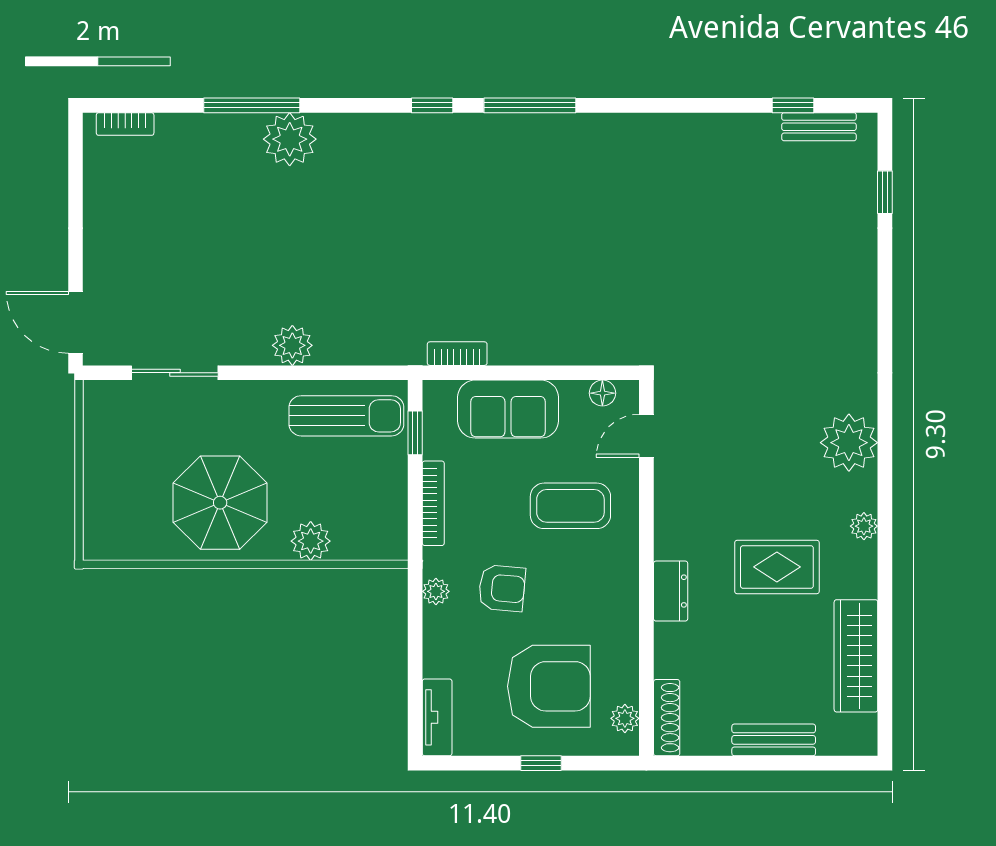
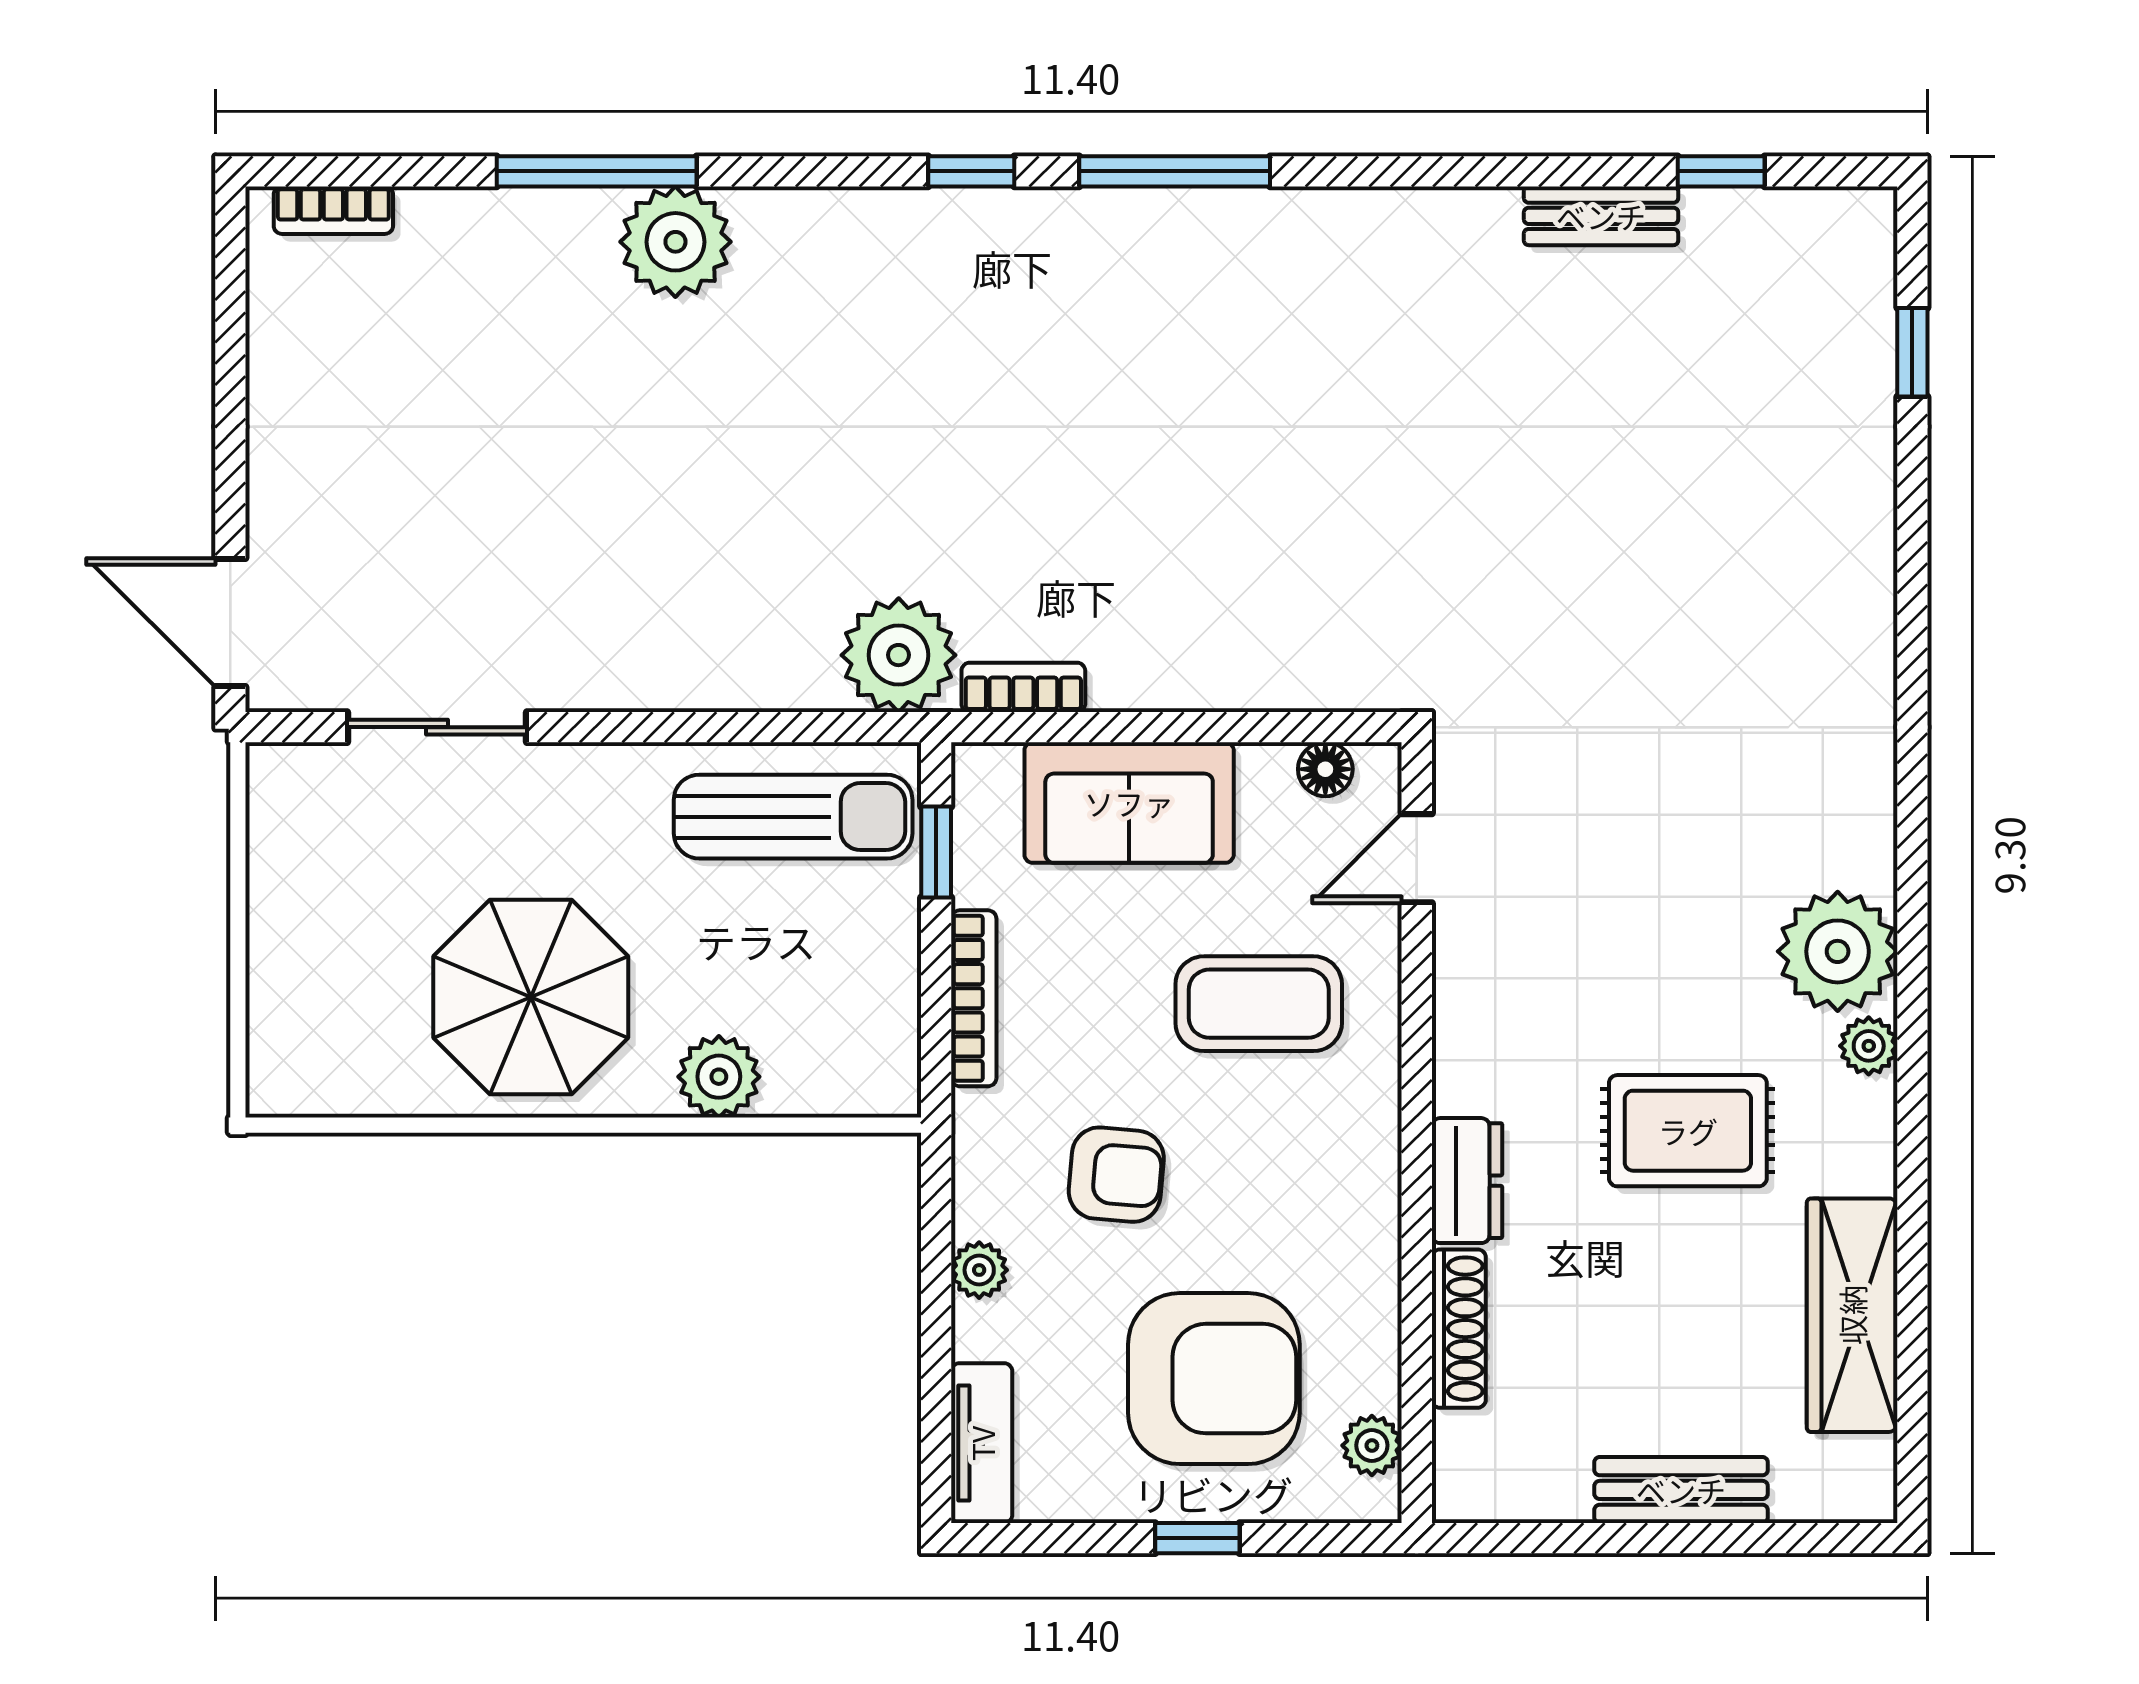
bench: (819, 127) -> (1601, 216), moved
plant: (292, 345) -> (899, 655), moved, width x1.36, depth x1.36
plant: (849, 443) -> (1838, 951), moved
plant: (436, 591) -> (979, 1270), moved
shoe rack: (667, 718) -> (1459, 1329), moved

